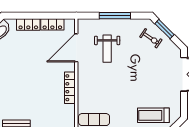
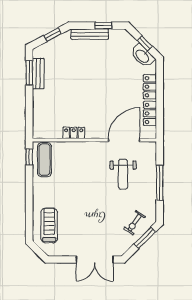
door: (76, 48) -> (124, 140), hinge flipped
weight bench: (107, 49) -> (123, 174), turned -90
locker: (70, 88) -> (74, 133), width x0.66

